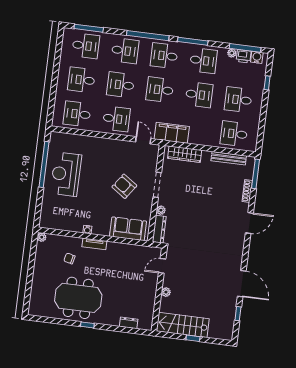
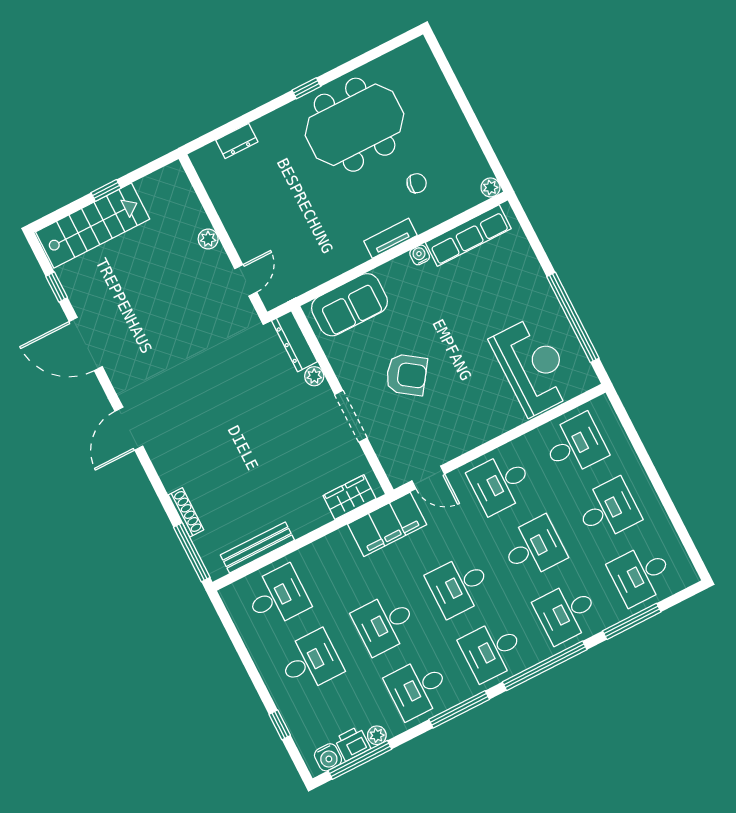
window: (89, 28) -> (632, 621), moved
desk: (164, 56) -> (492, 650), turned 180
desk: (160, 90) -> (459, 586), turned 180
wardrobe: (185, 154) -> (349, 497), width x0.67
reception desk: (66, 174) -> (533, 366), moved
door: (249, 223) -> (129, 429), moved
row of seats: (63, 224) -> (468, 236), added
stairs: (183, 325) -> (93, 226), moved

